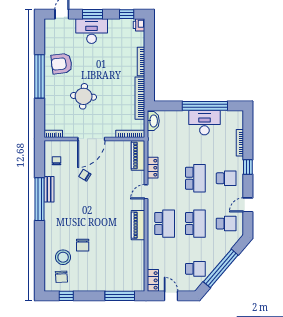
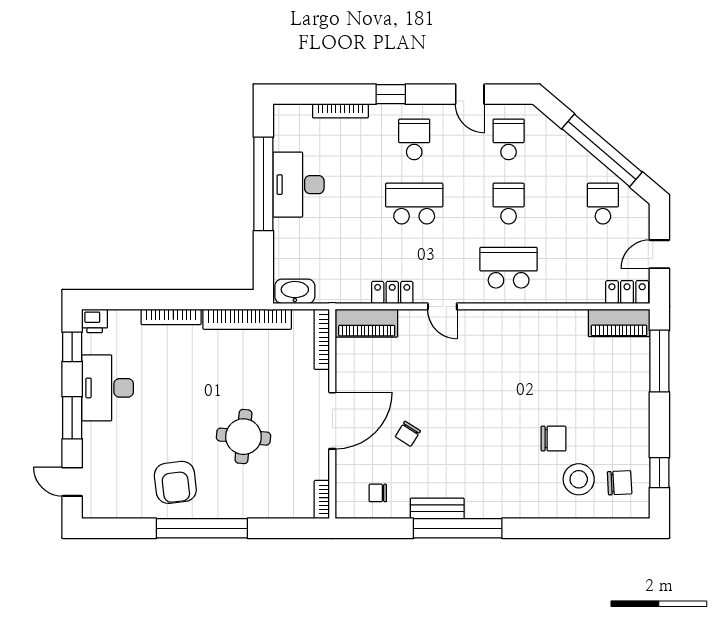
desk: (92, 31) -> (108, 388), moved
door: (91, 139) -> (332, 421), hinge flipped
school desk: (195, 224) -> (509, 204), width x0.54
piano: (138, 225) -> (619, 323), moved

